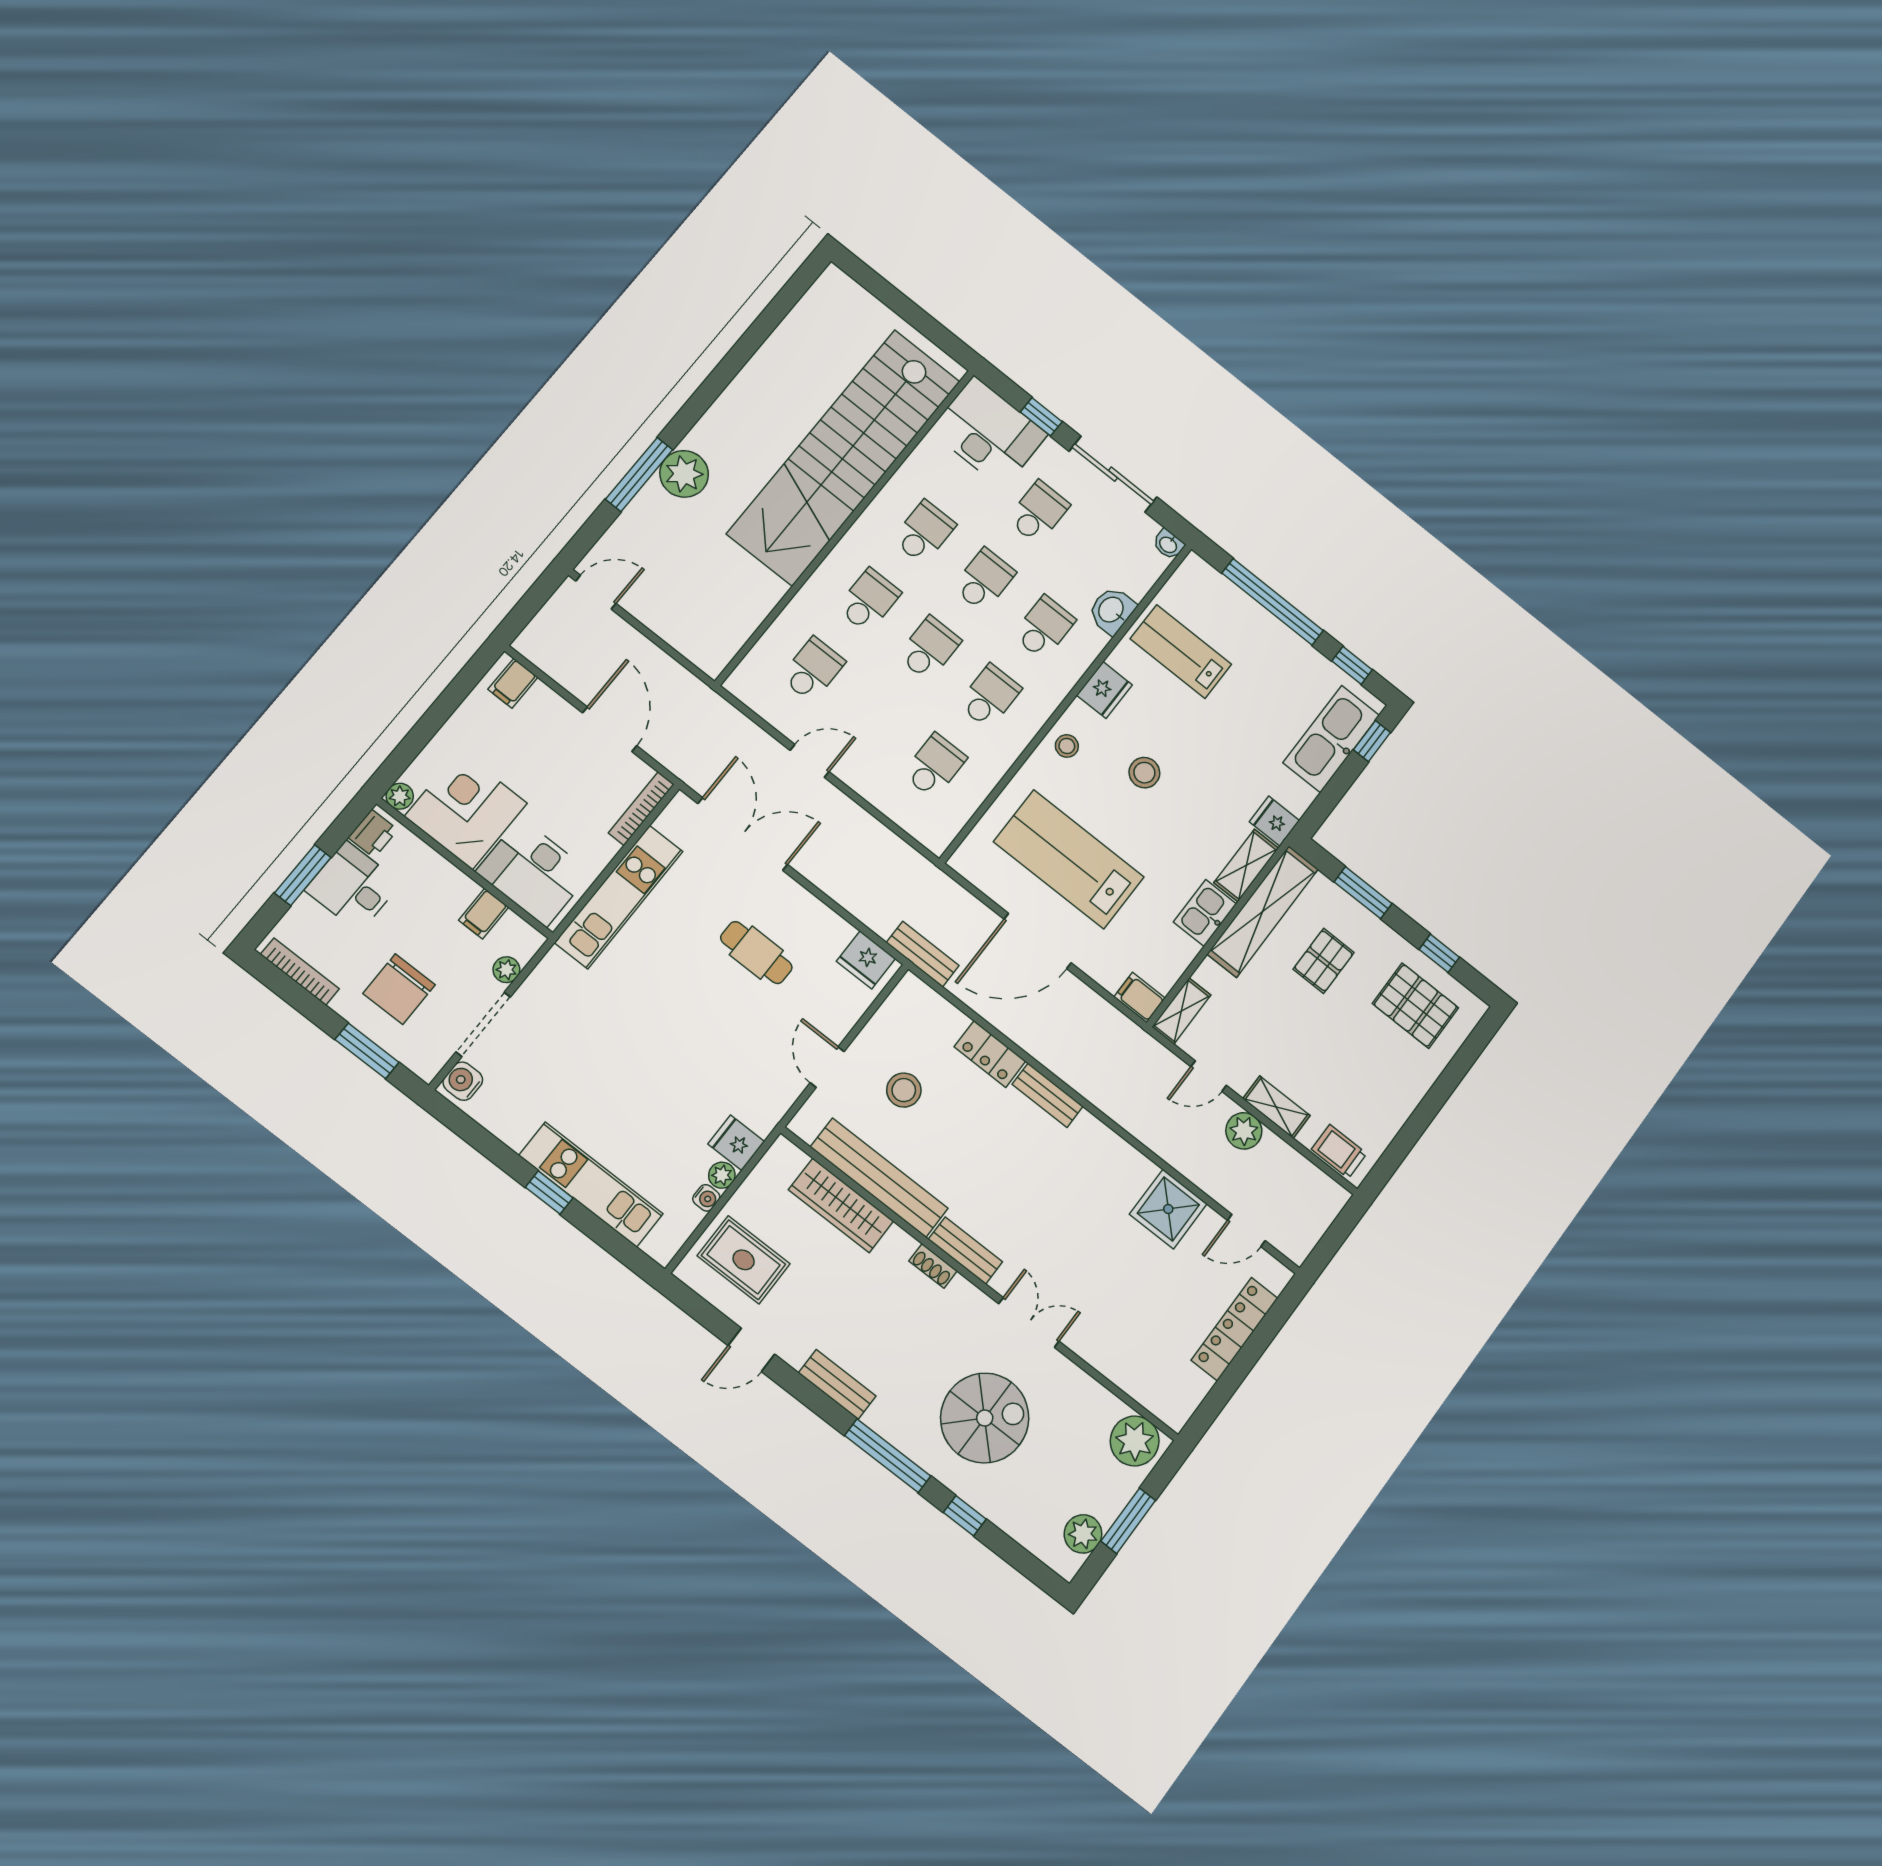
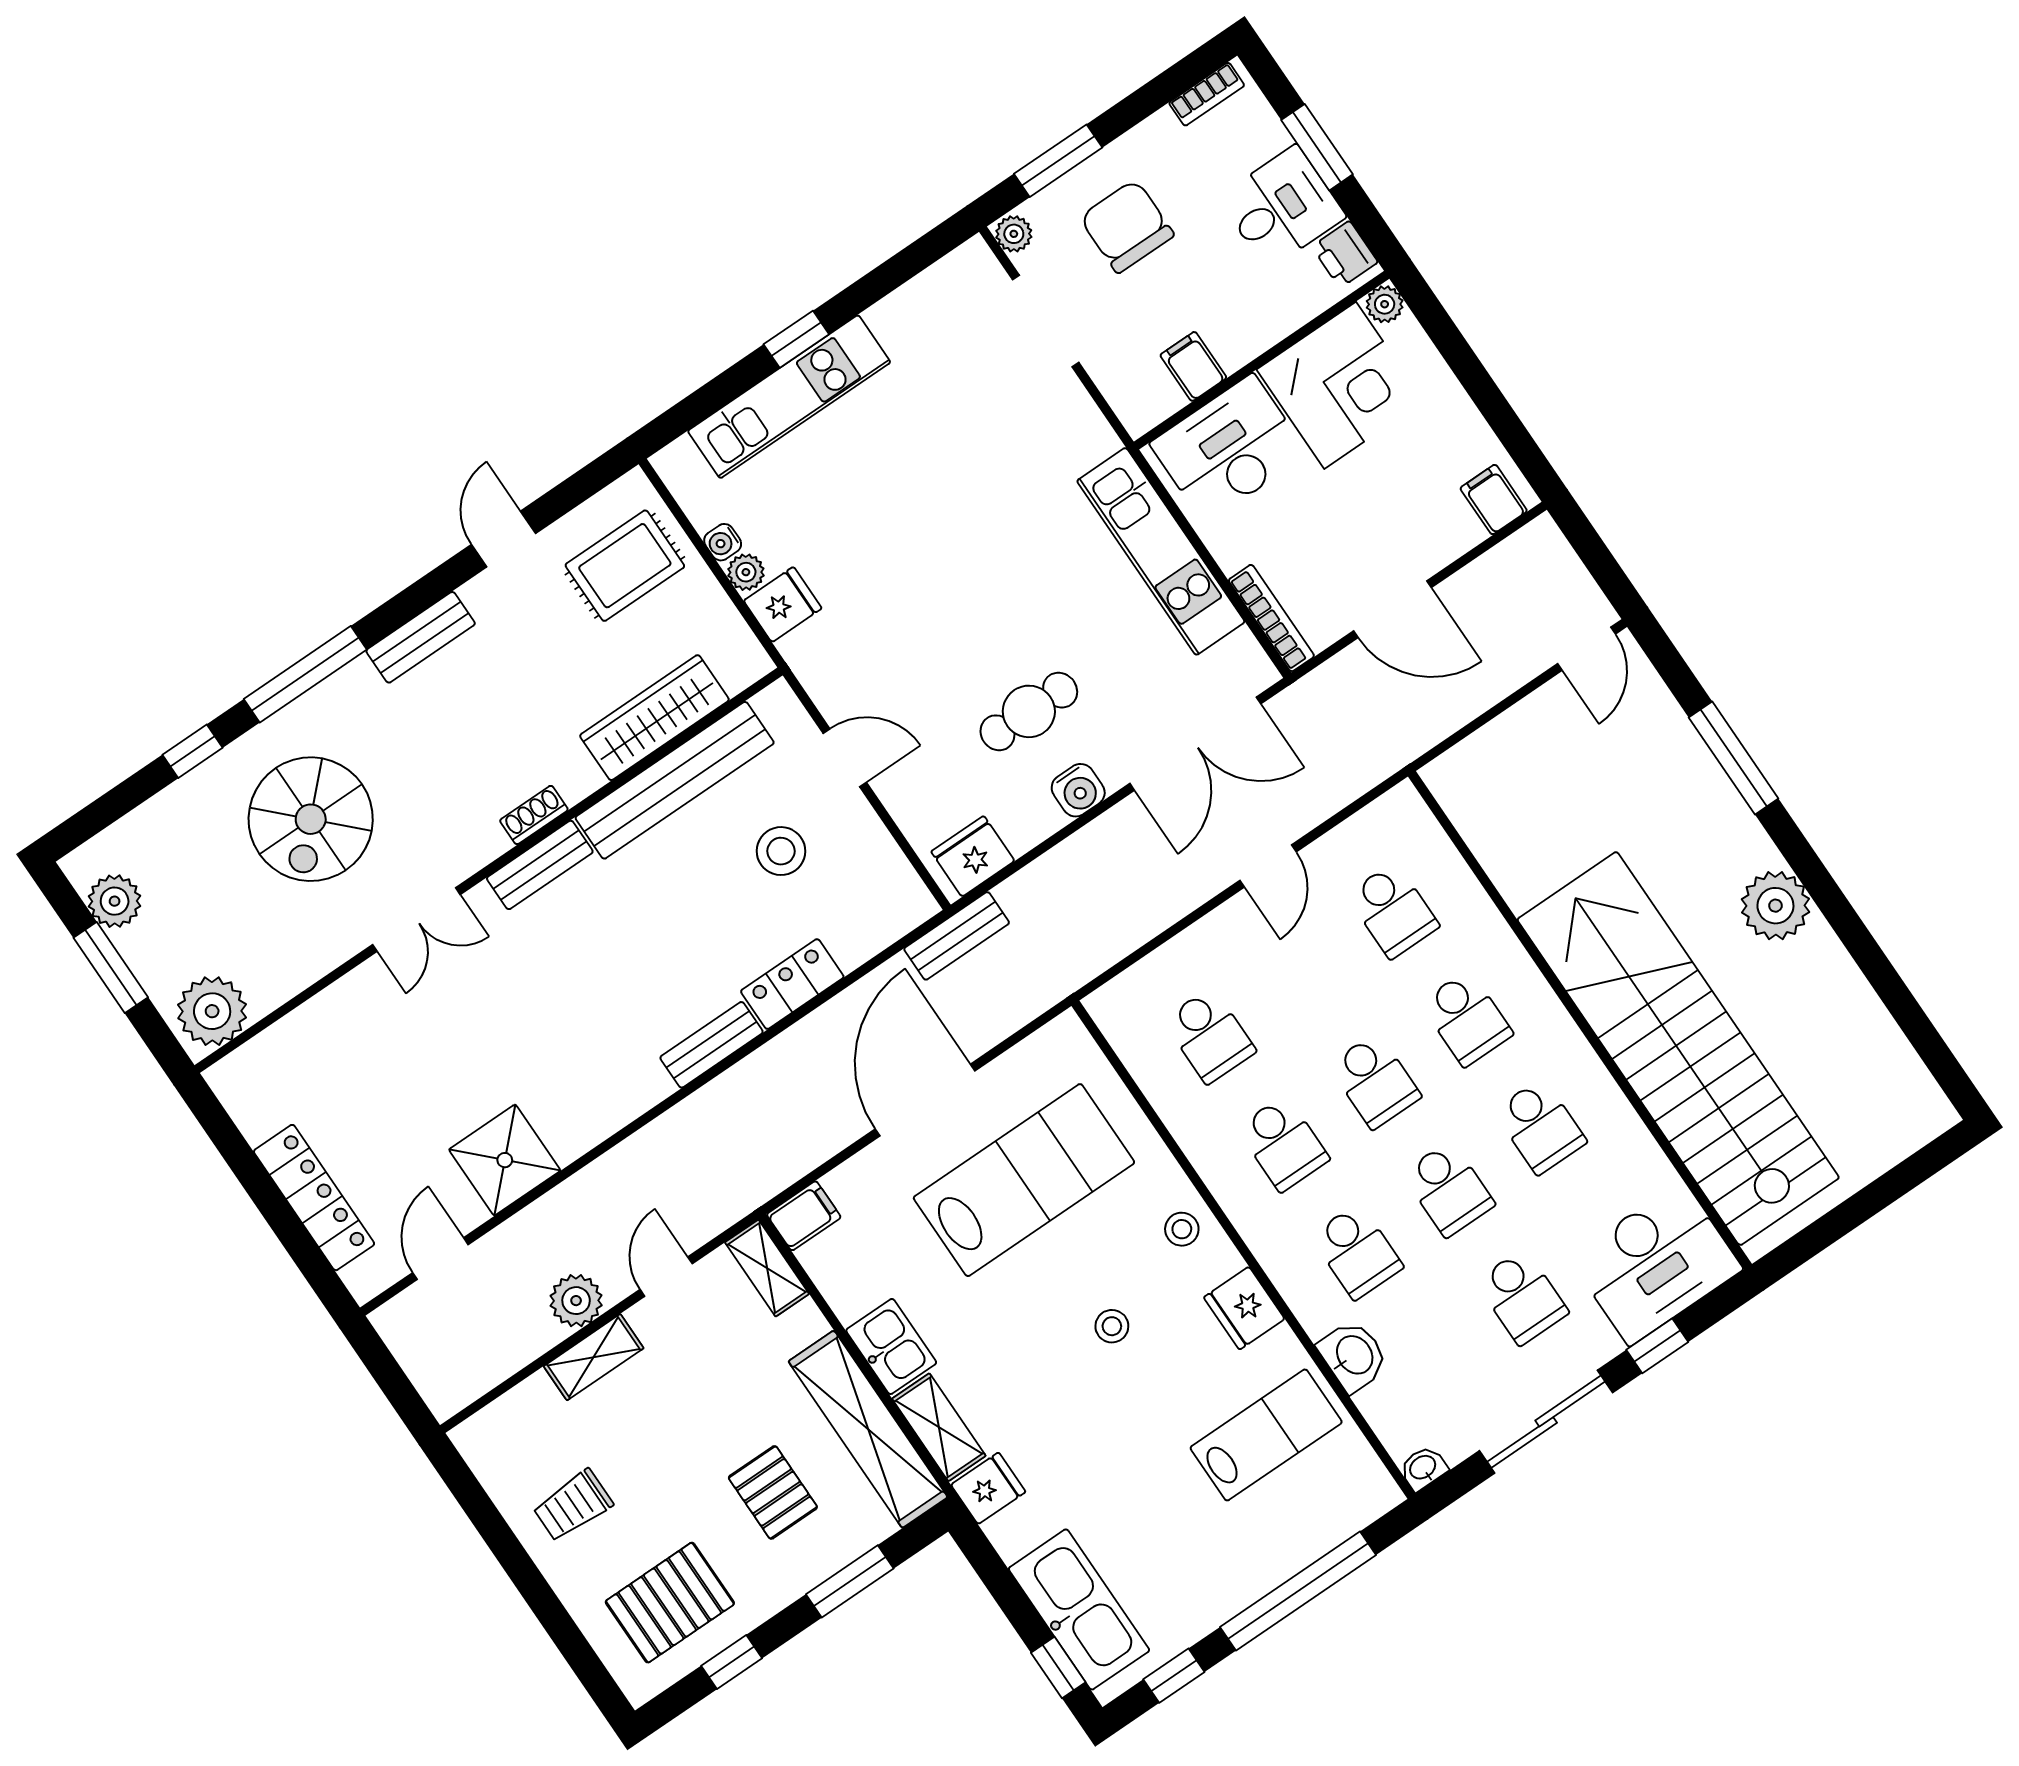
plant: (684, 474) -> (1775, 906), moved
stool: (1144, 773) -> (1112, 1326), width x0.73, depth x0.73
plant: (506, 970) -> (1014, 234), moved
bookcase: (300, 972) -> (1207, 94), width x0.64
water cooler: (463, 1081) -> (1078, 790), moved, turned 90
trolley: (1339, 1151) -> (573, 1505), moved, turned 180

